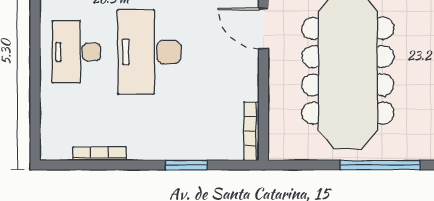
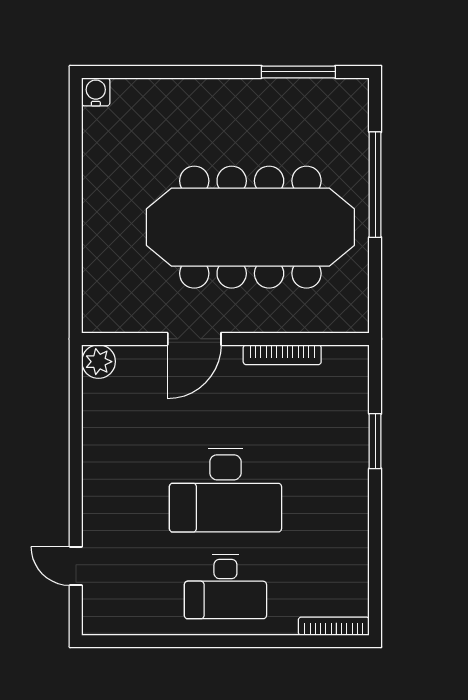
bookcase: (251, 131) -> (282, 355), moved
bookcase: (100, 154) -> (334, 626), moved, turned 90

